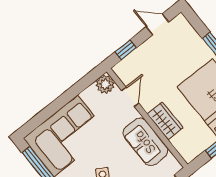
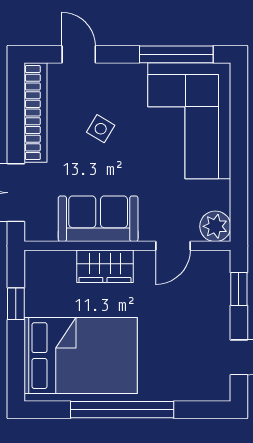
door: (130, 97) -> (173, 246), hinge flipped

